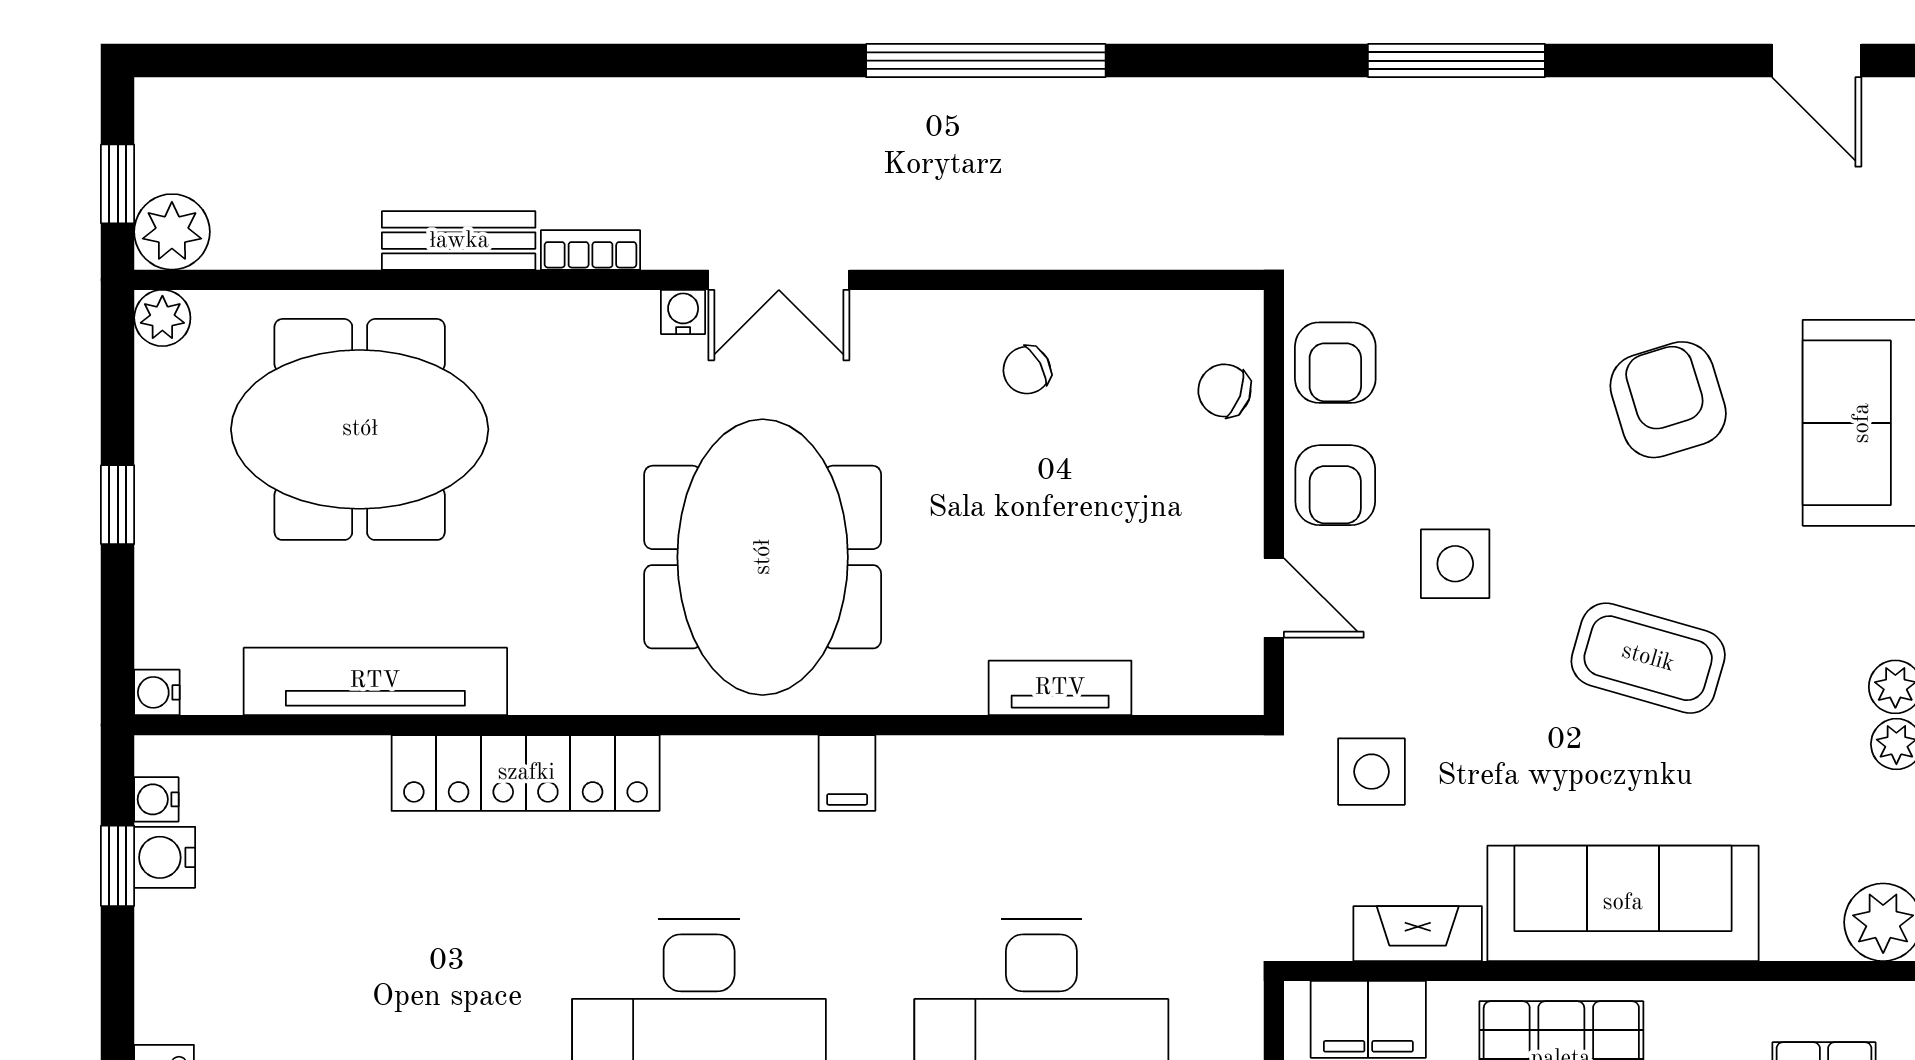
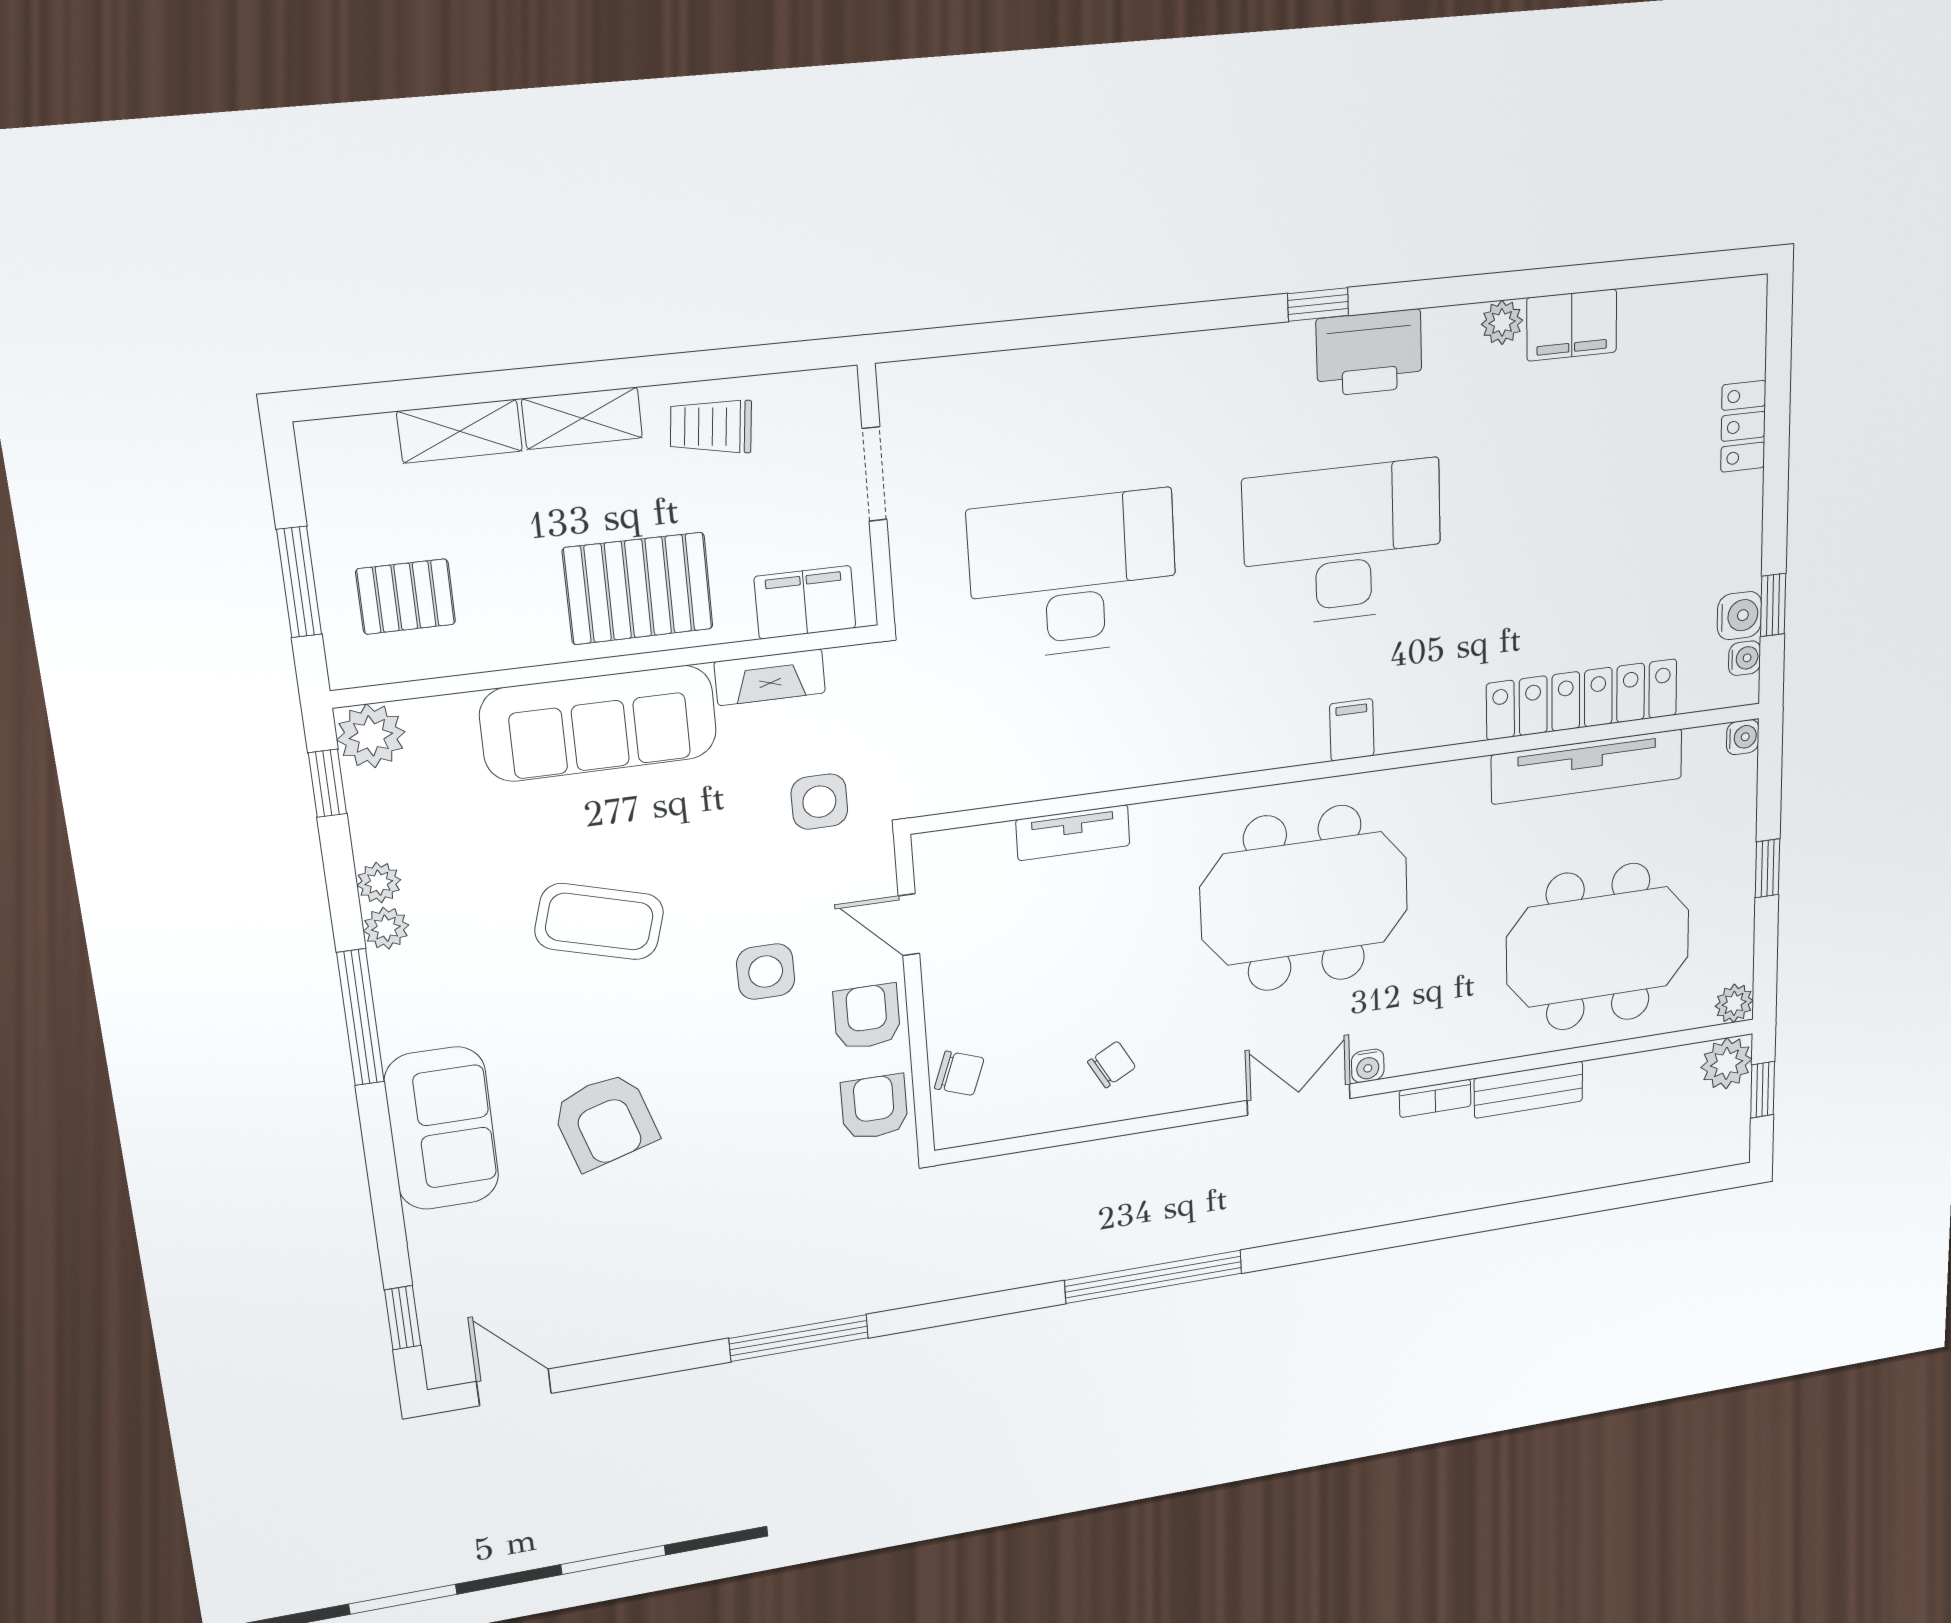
meeting table: (763, 557) -> (1304, 898), turned 90
locker: (526, 773) -> (1582, 699), moved
filing cabinet: (847, 773) -> (1352, 730), moved

